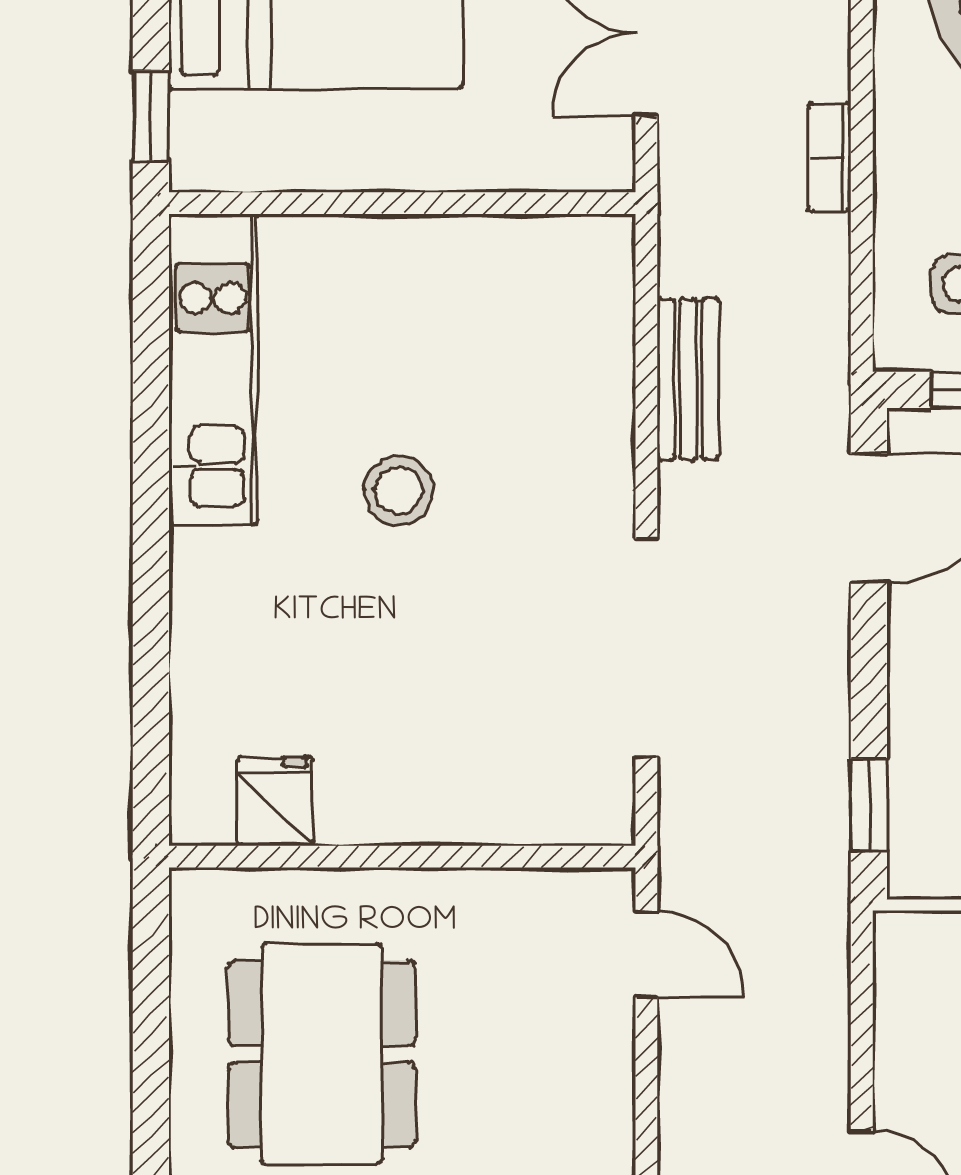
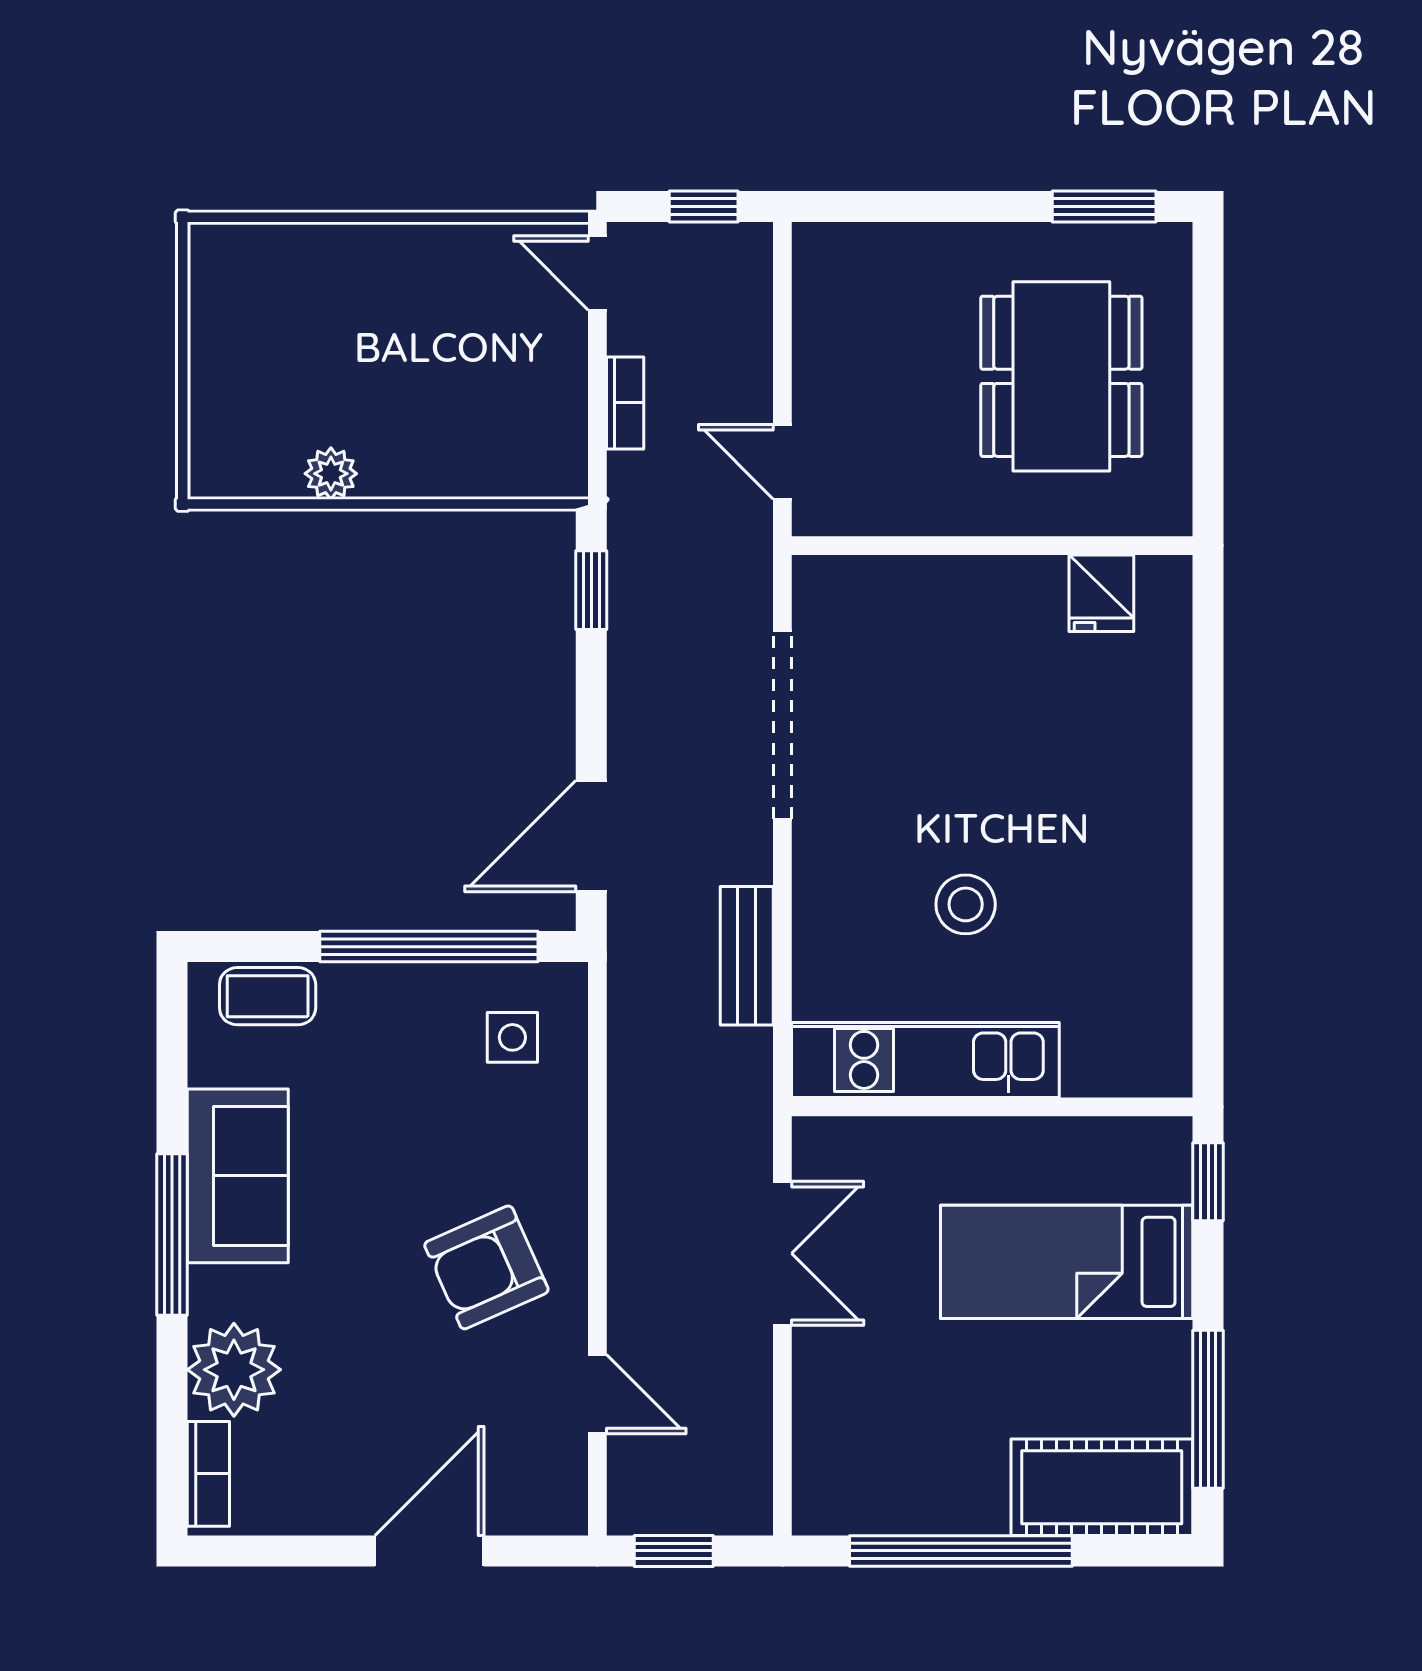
bookcase: (829, 157) -> (625, 403), moved
kitchen unit: (213, 370) -> (925, 1060), moved, turned 90
stool: (399, 491) -> (966, 904), moved

